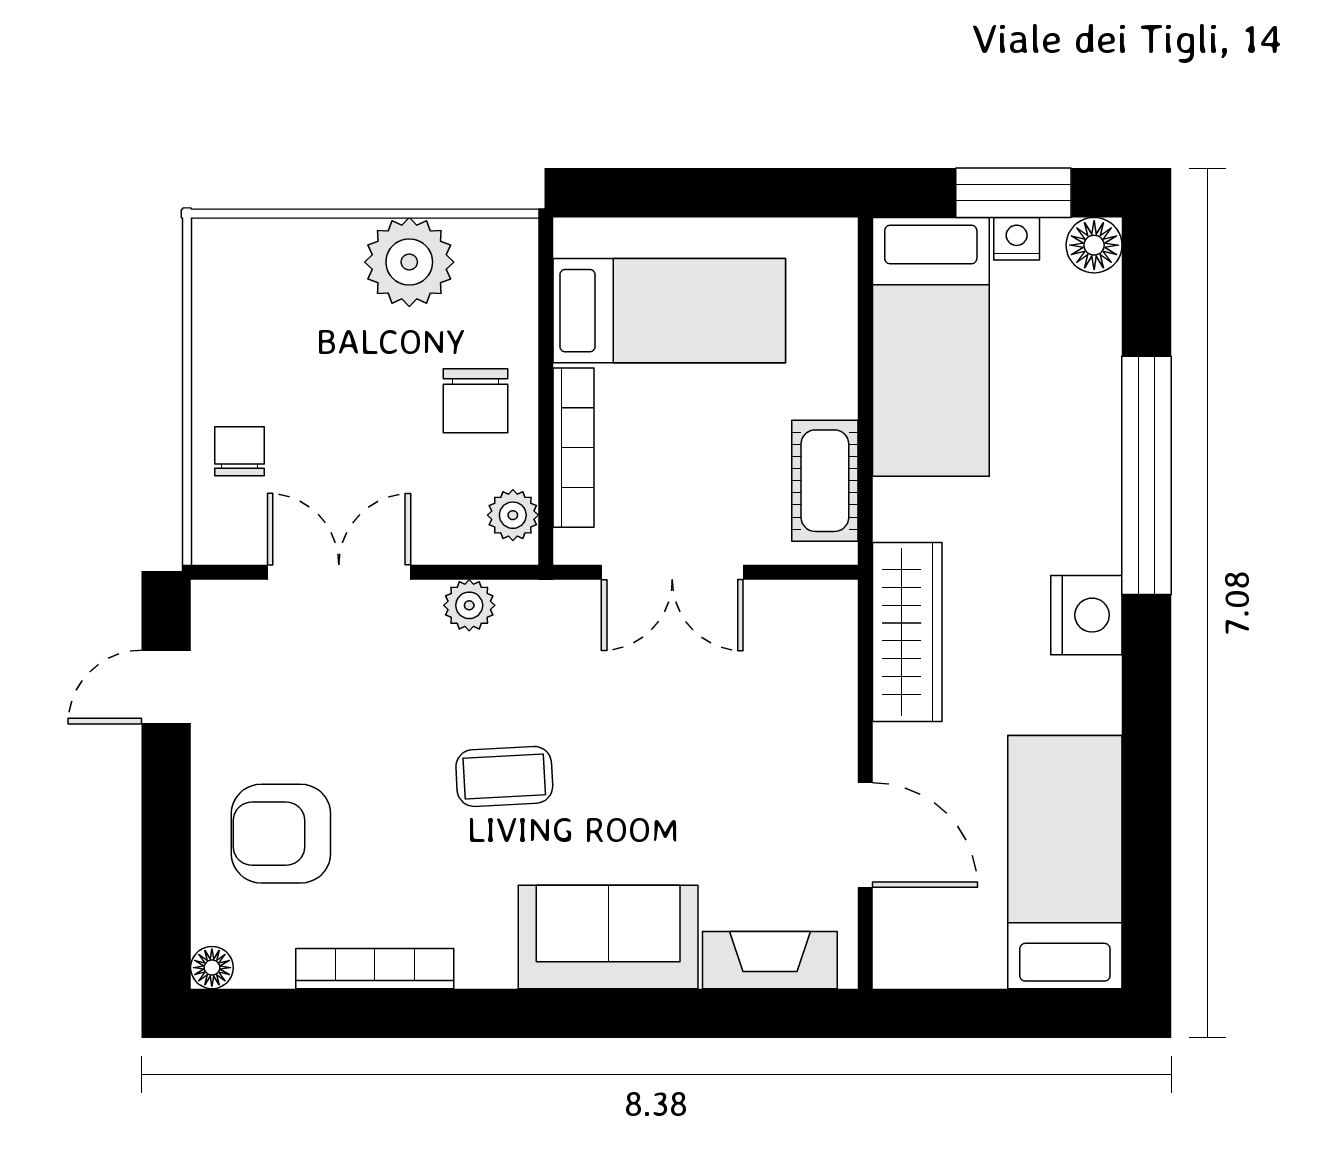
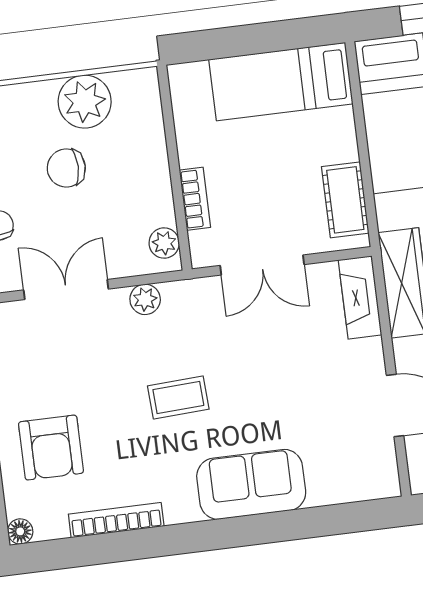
bed: (669, 311) -> (281, 82), moved, turned 180
chair: (476, 401) -> (66, 168), moved, turned 90
bookcase: (574, 448) -> (195, 199), width x0.64
armchair: (281, 834) -> (51, 448), turned -90
fireplace: (770, 960) -> (360, 297), moved, turned -90

